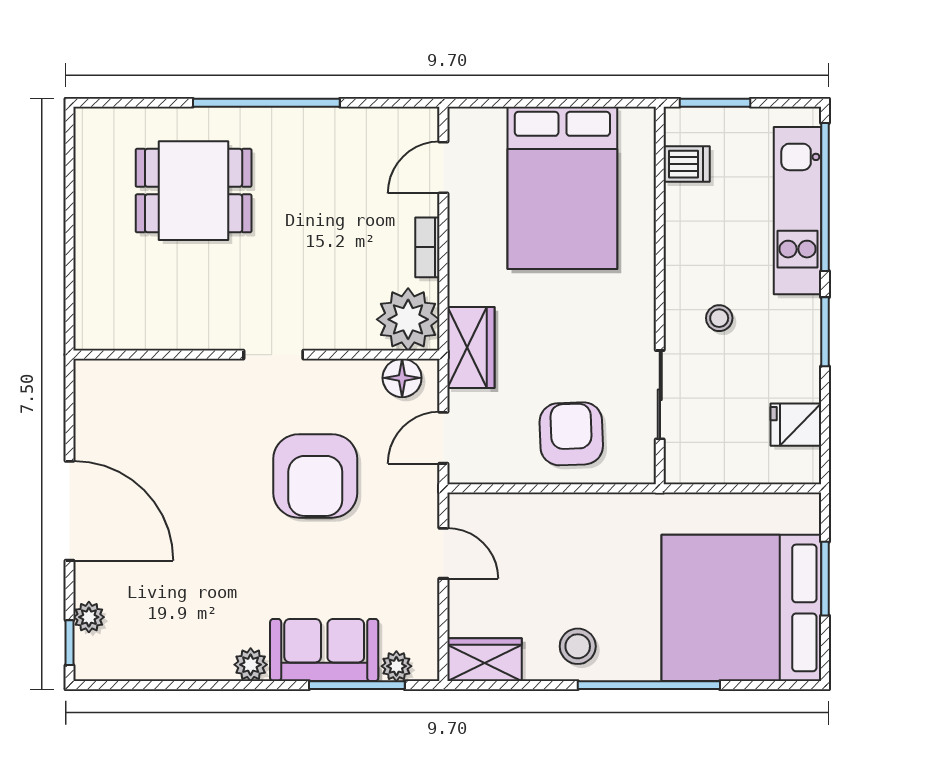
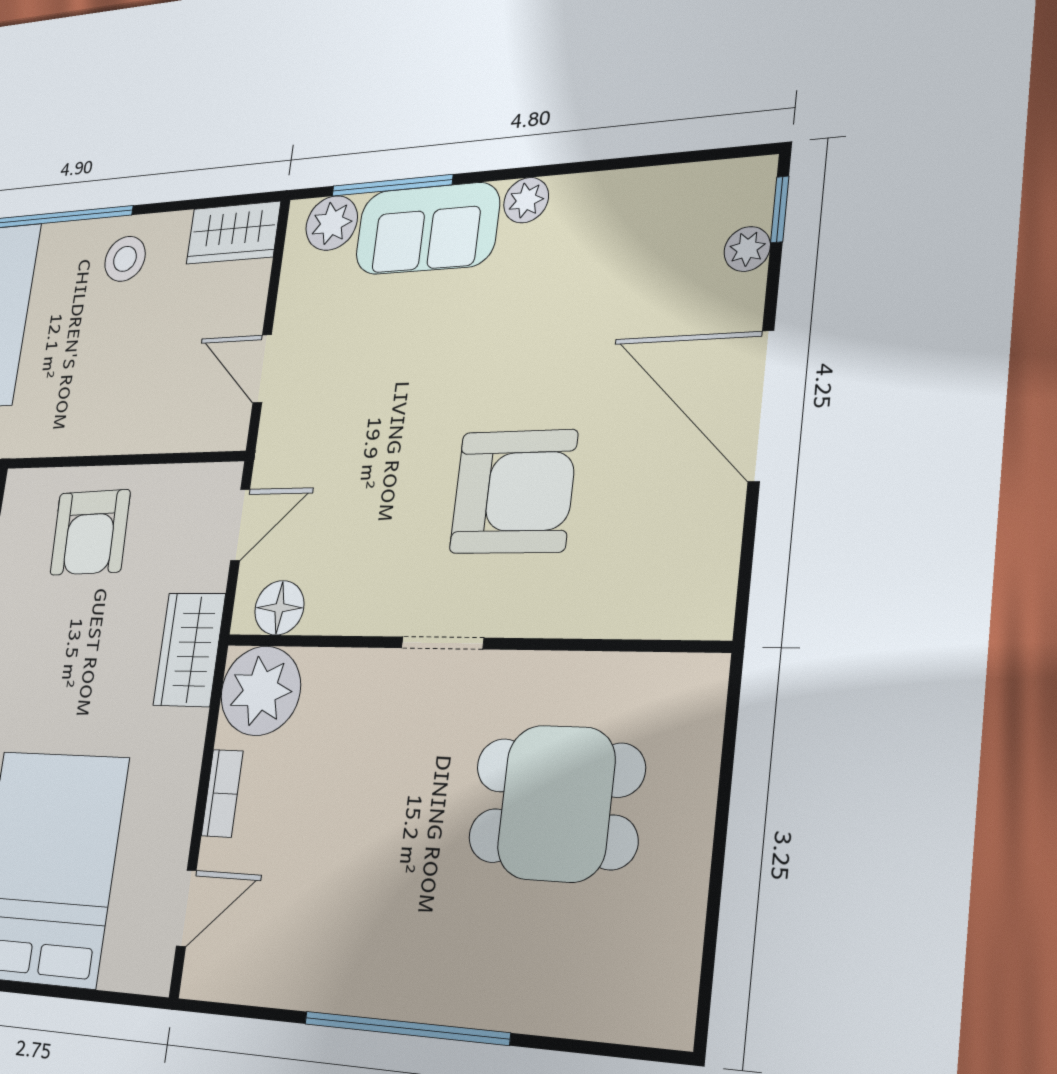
dining table: (194, 191) -> (556, 803), moved
armchair: (315, 476) -> (513, 492), moved, turned 90
plant: (396, 666) -> (332, 223), width x1.38, depth x1.38

